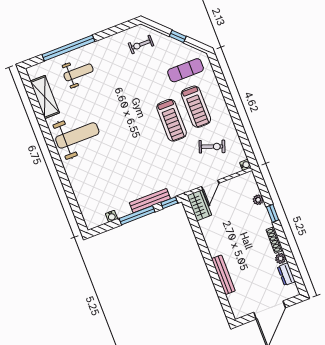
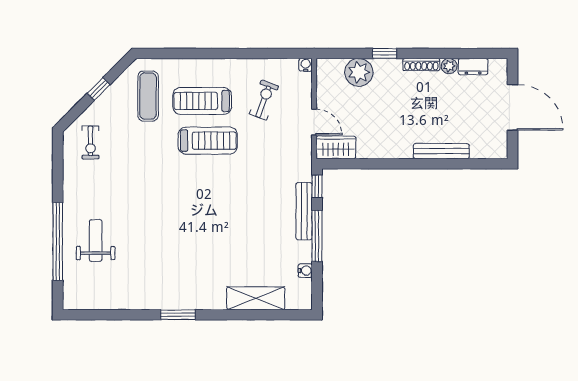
shelving: (45, 97) -> (256, 298), moved
treadmill: (196, 107) -> (202, 101), turned 180
weight bench: (77, 135) -> (179, 275), removed
window: (51, 145) -> (178, 315), added
plant: (258, 200) -> (359, 72), width x1.87, depth x1.87

